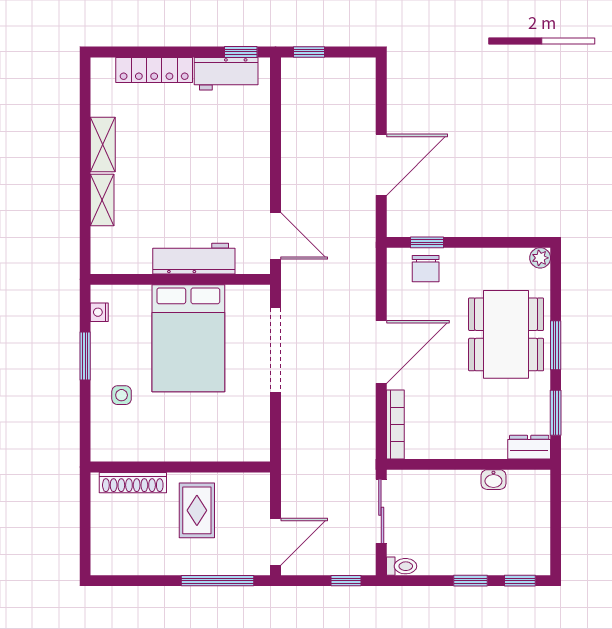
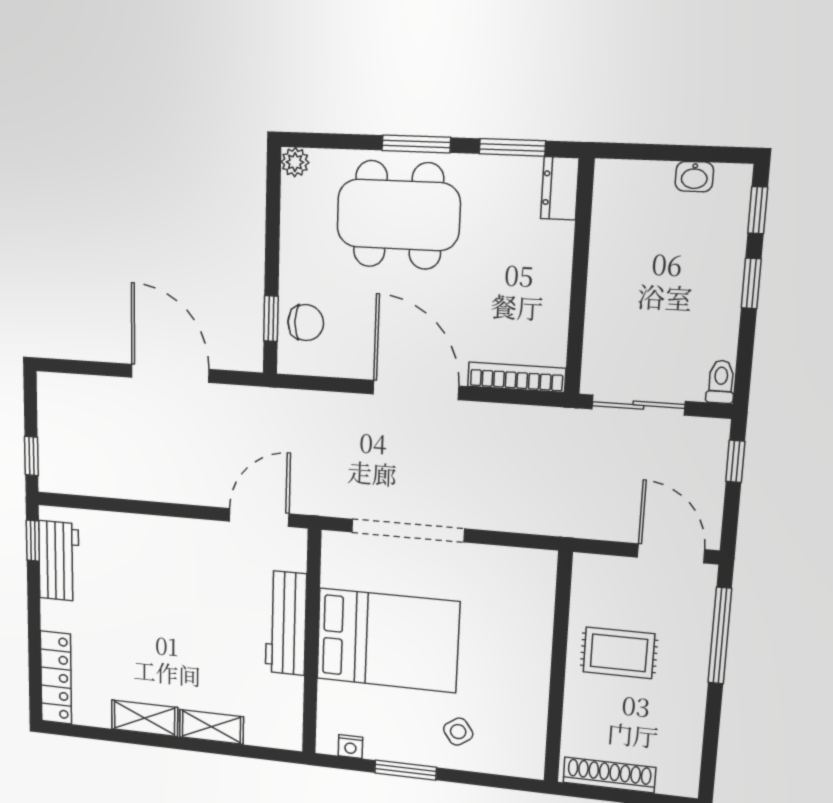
locker: (154, 70) -> (56, 678), moved
side table: (122, 395) -> (458, 732), turned -35
washbasin: (493, 480) -> (694, 177), moved, turned 90
shoe rack: (133, 483) -> (609, 775), moved, turned -90

